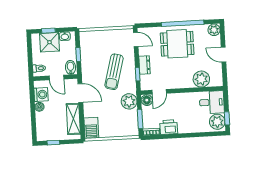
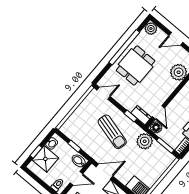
dresser: (144, 65) -> (141, 115), moved

